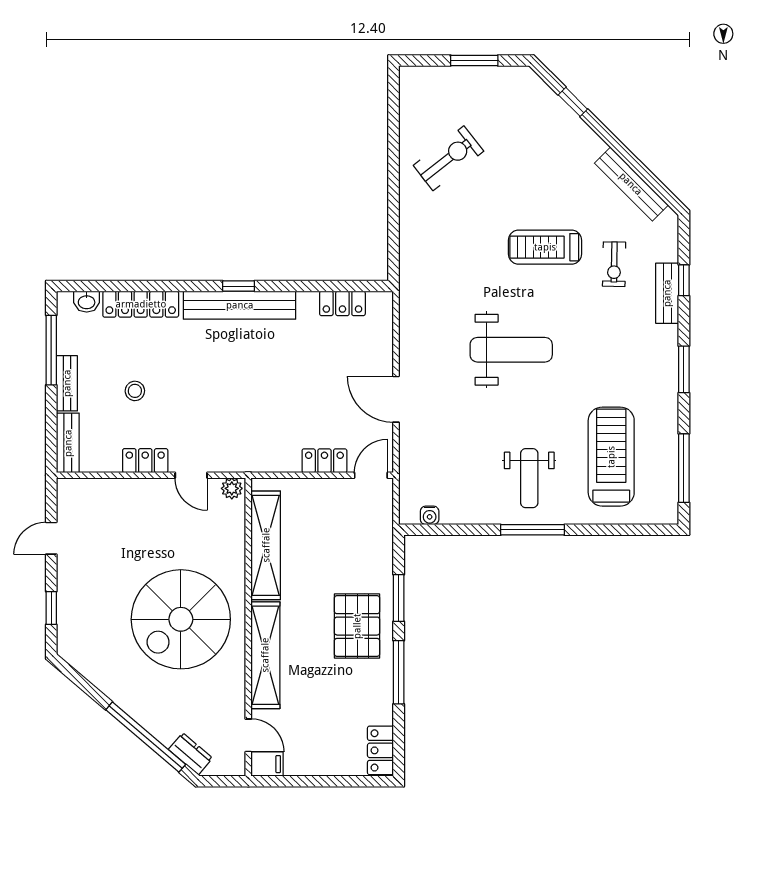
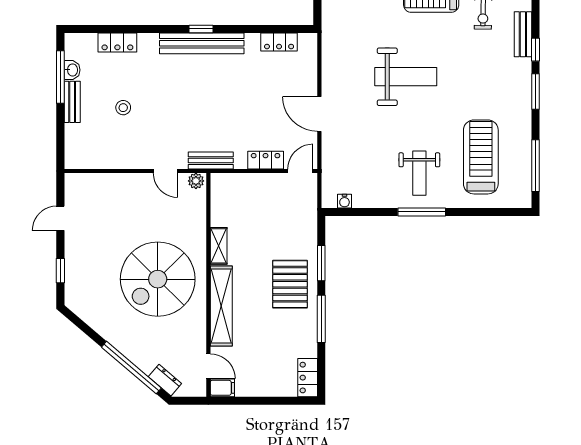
window: (684, 280) -> (535, 50), moved
washbasin: (87, 302) -> (72, 70), moved, turned -90
locker: (141, 304) -> (117, 43), width x0.66
bench: (68, 443) -> (211, 161), moved, turned 90
locker: (145, 461) -> (131, 160), removed
shelving: (266, 545) -> (219, 246), width x0.45, depth x0.75

